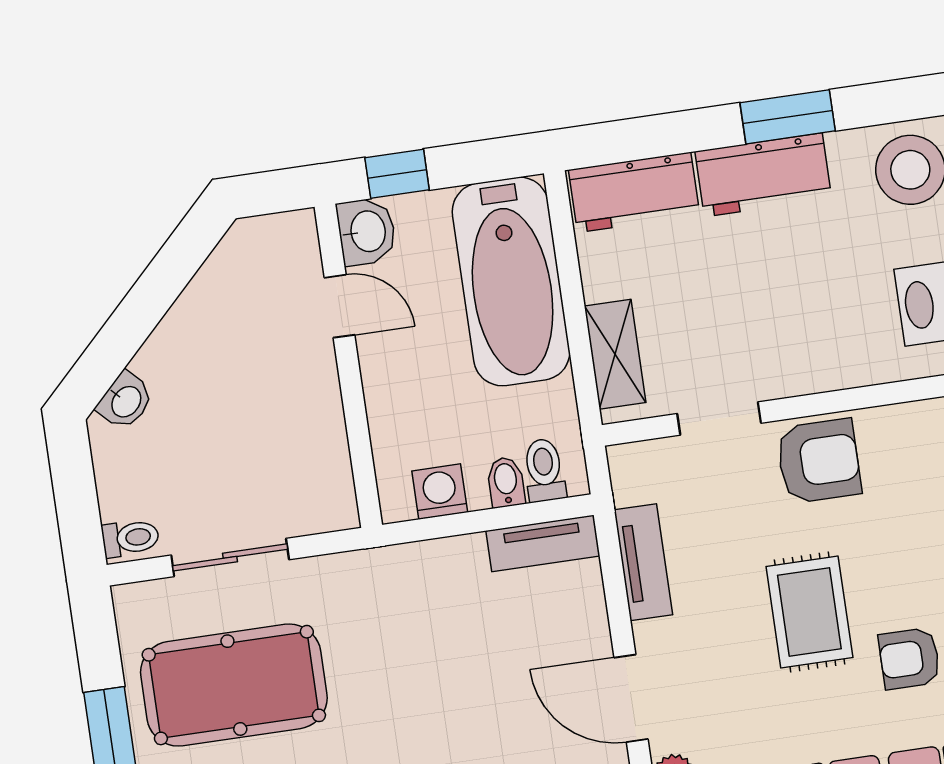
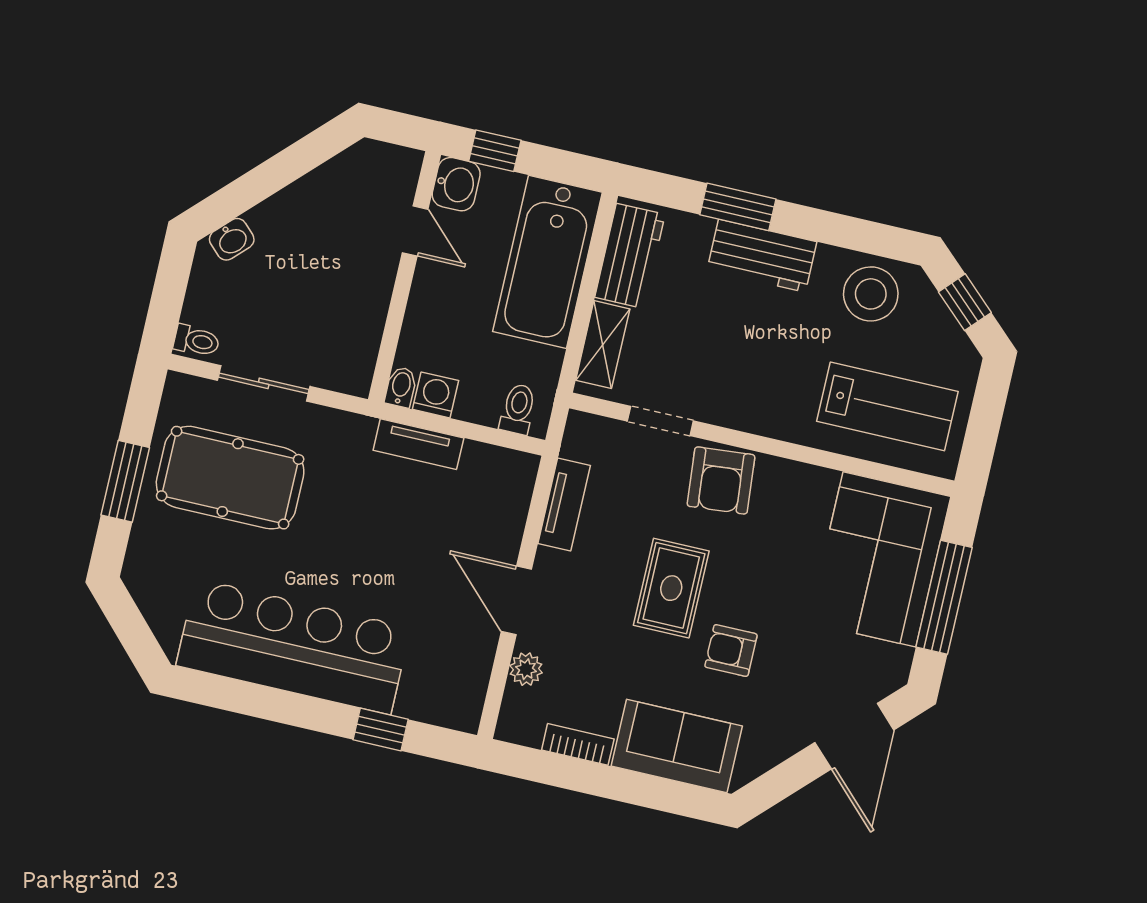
window: (788, 117) -> (738, 207), moved
workbench: (634, 192) -> (630, 256), moved, turned -90
armchair: (819, 461) -> (721, 480), turned 85
bidet: (506, 482) -> (401, 387), moved
tv unit: (543, 543) -> (418, 444), moved

